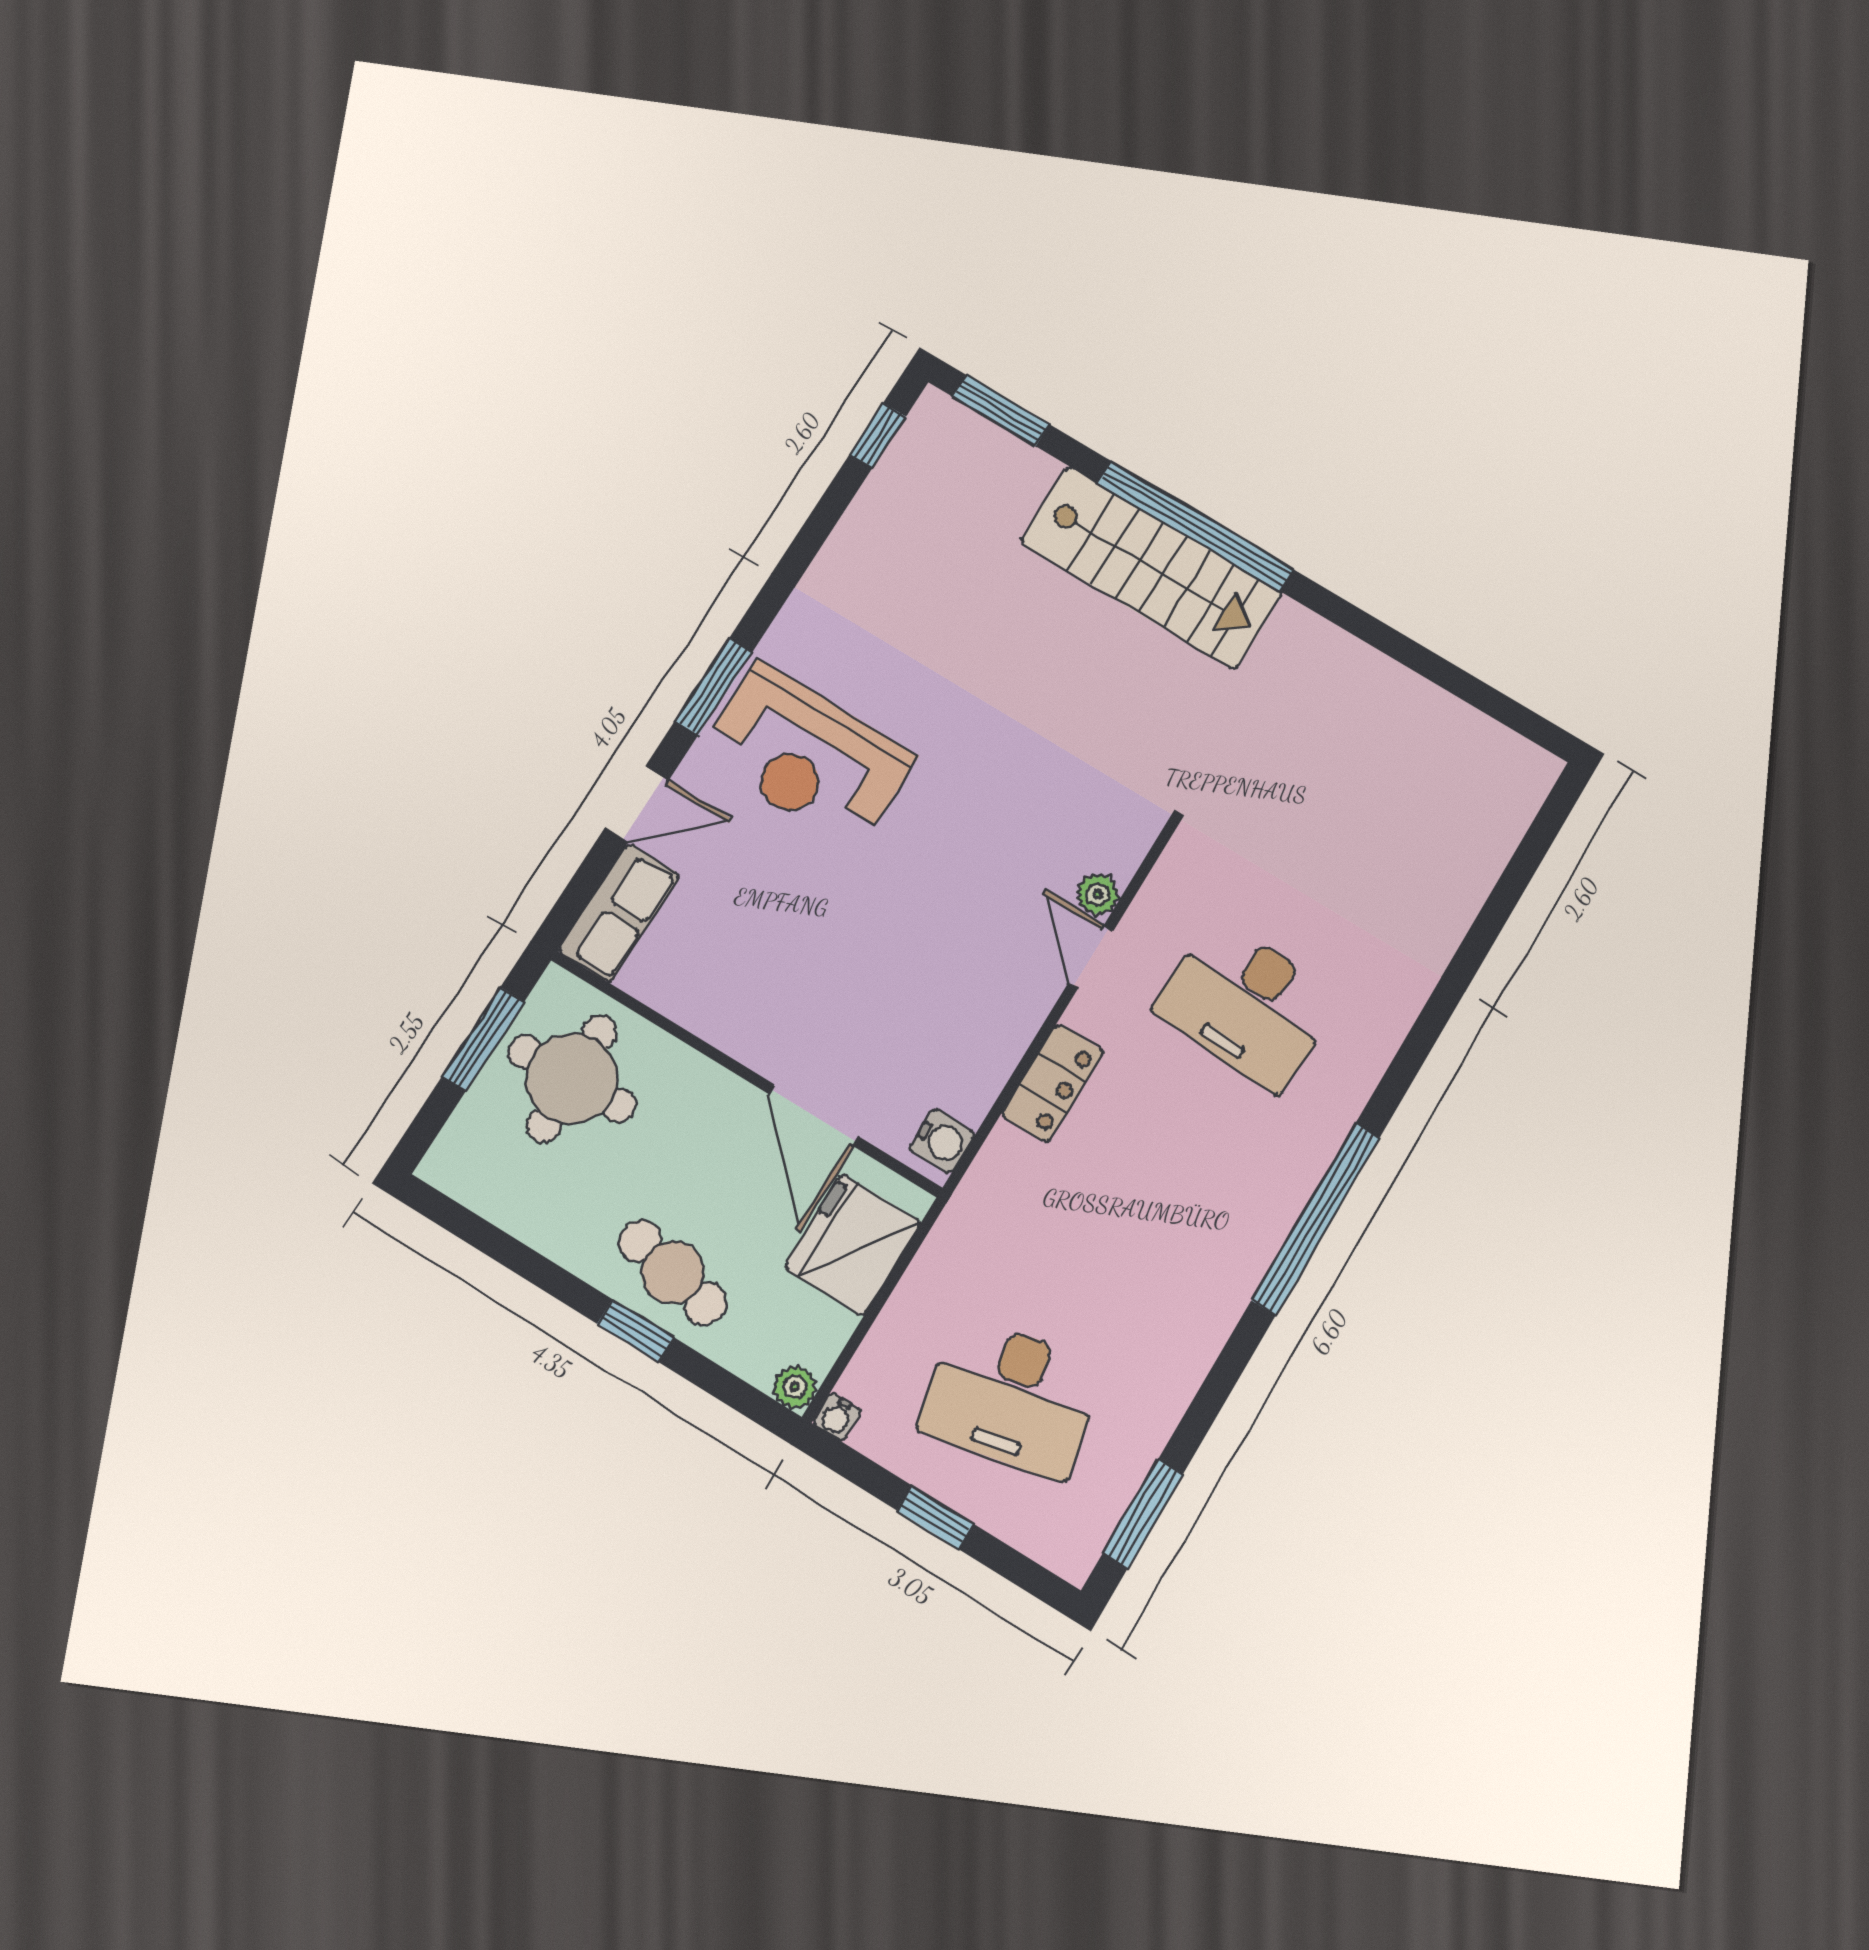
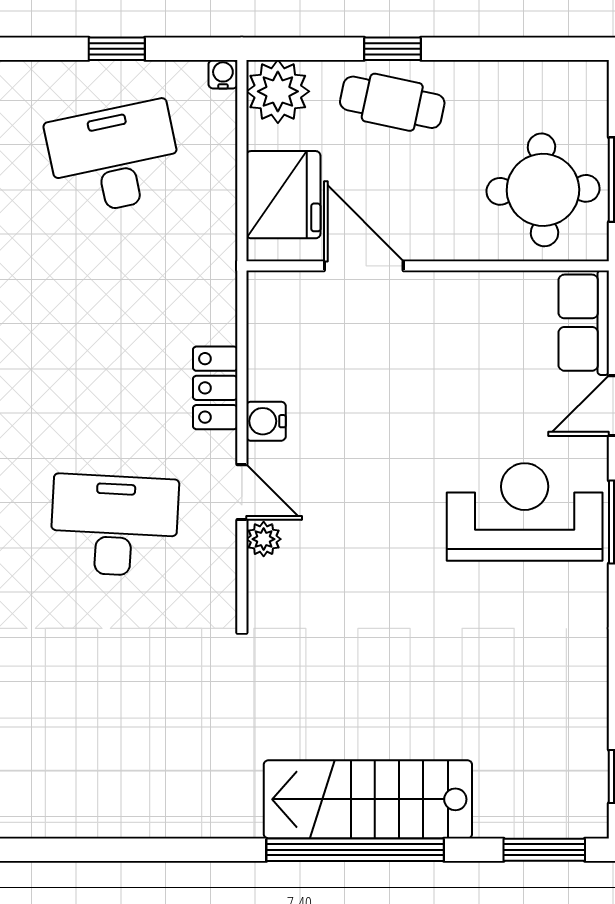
water cooler: (942, 1141) -> (266, 421), moved
plant: (795, 1387) -> (278, 91), width x1.88, depth x1.88

